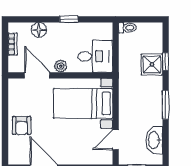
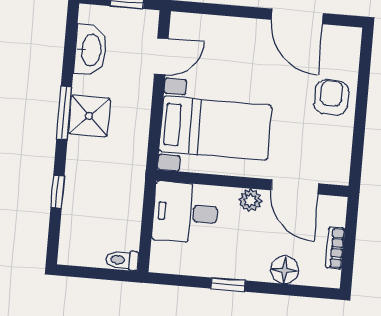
shower: (152, 64) -> (89, 116), moved

